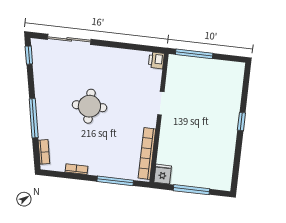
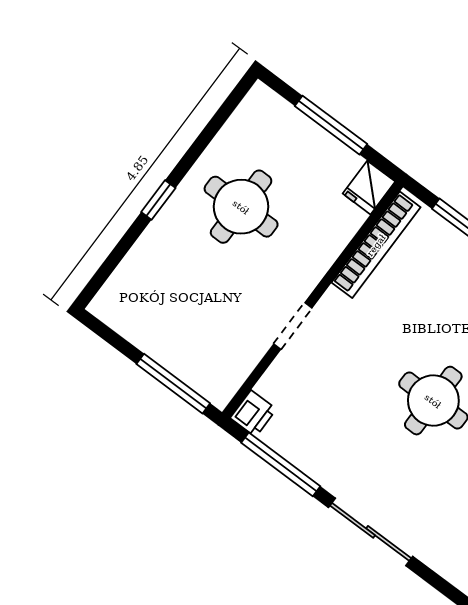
sliding door: (69, 39) -> (371, 532), moved
window: (134, 47) -> (281, 464), added
round table: (208, 138) -> (241, 207), added

